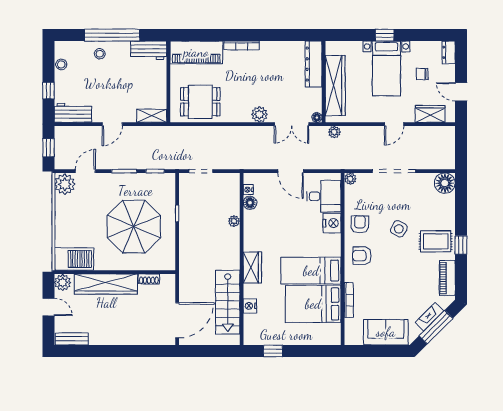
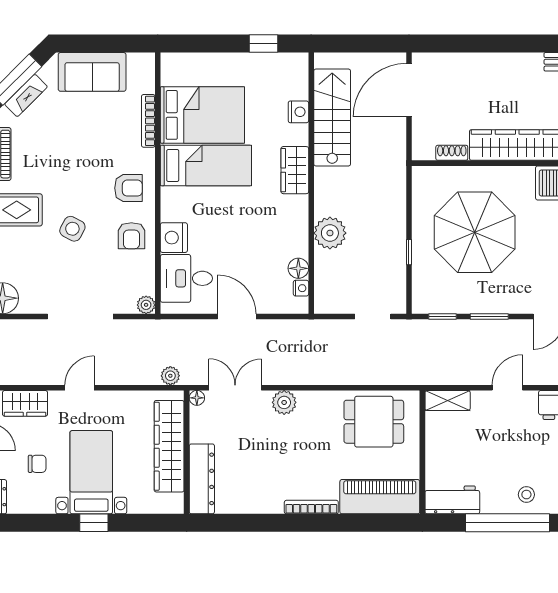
plant: (234, 221) -> (330, 233), width x1.87, depth x1.87

